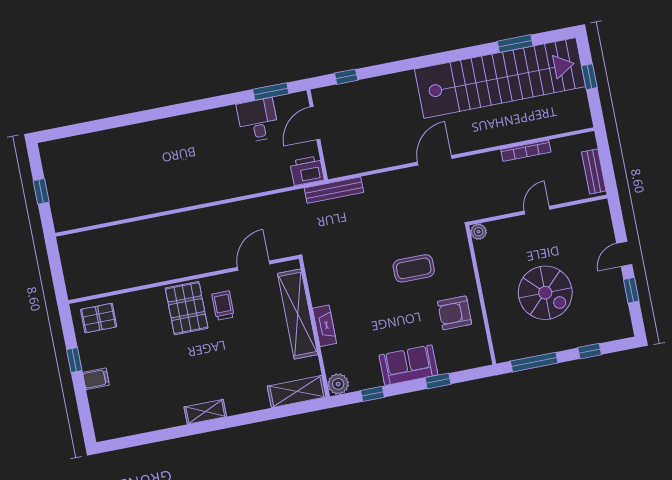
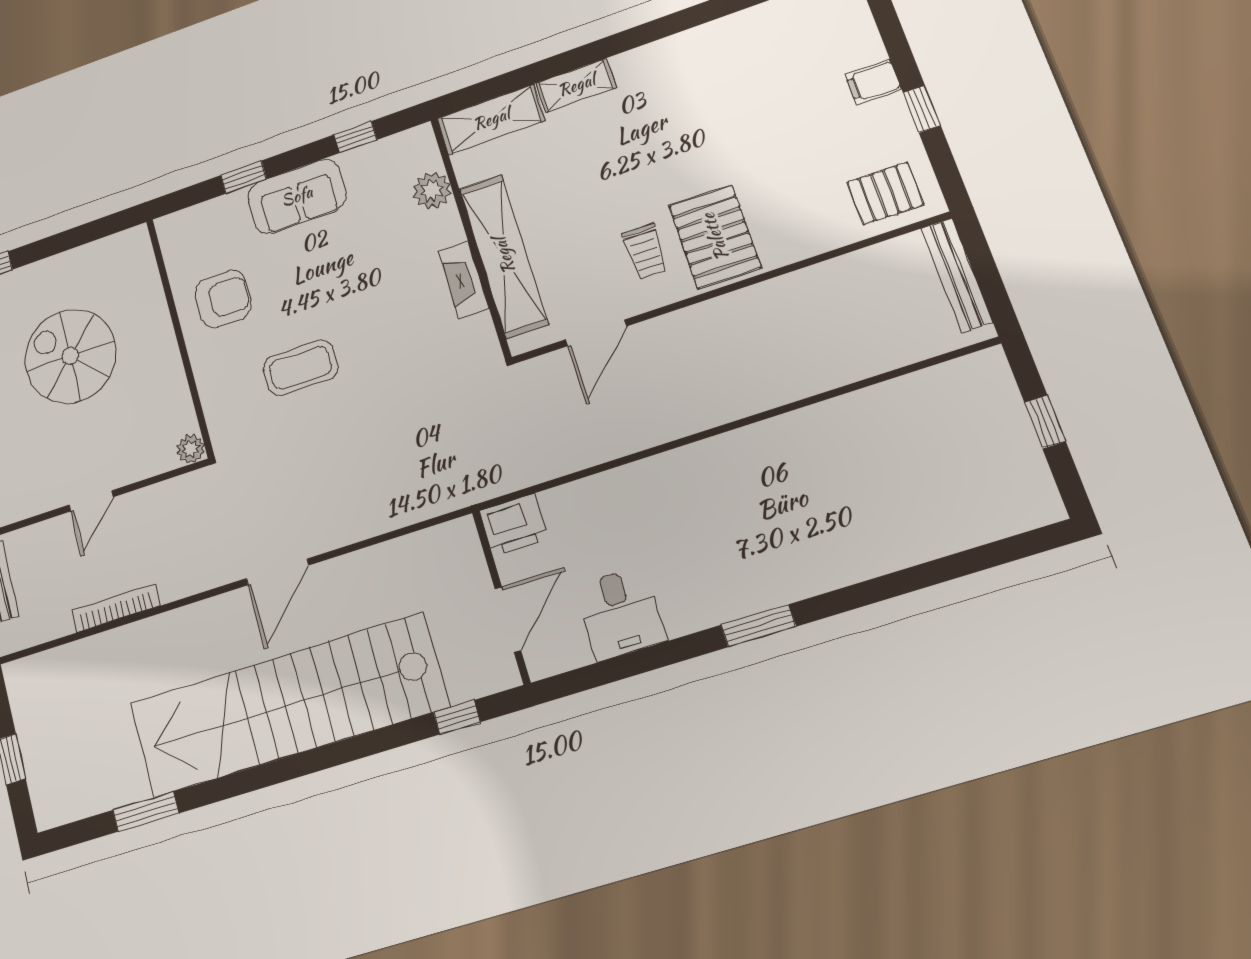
stairs: (500, 78) -> (288, 705), moved
window: (271, 92) -> (758, 626), moved
bench: (334, 190) -> (957, 275), moved, turned 90
fireplace: (325, 326) -> (464, 280), moved
window: (534, 362) -> (83, 234), removed
plant: (338, 384) -> (432, 190), moved
shelving: (205, 412) -> (576, 85), moved

